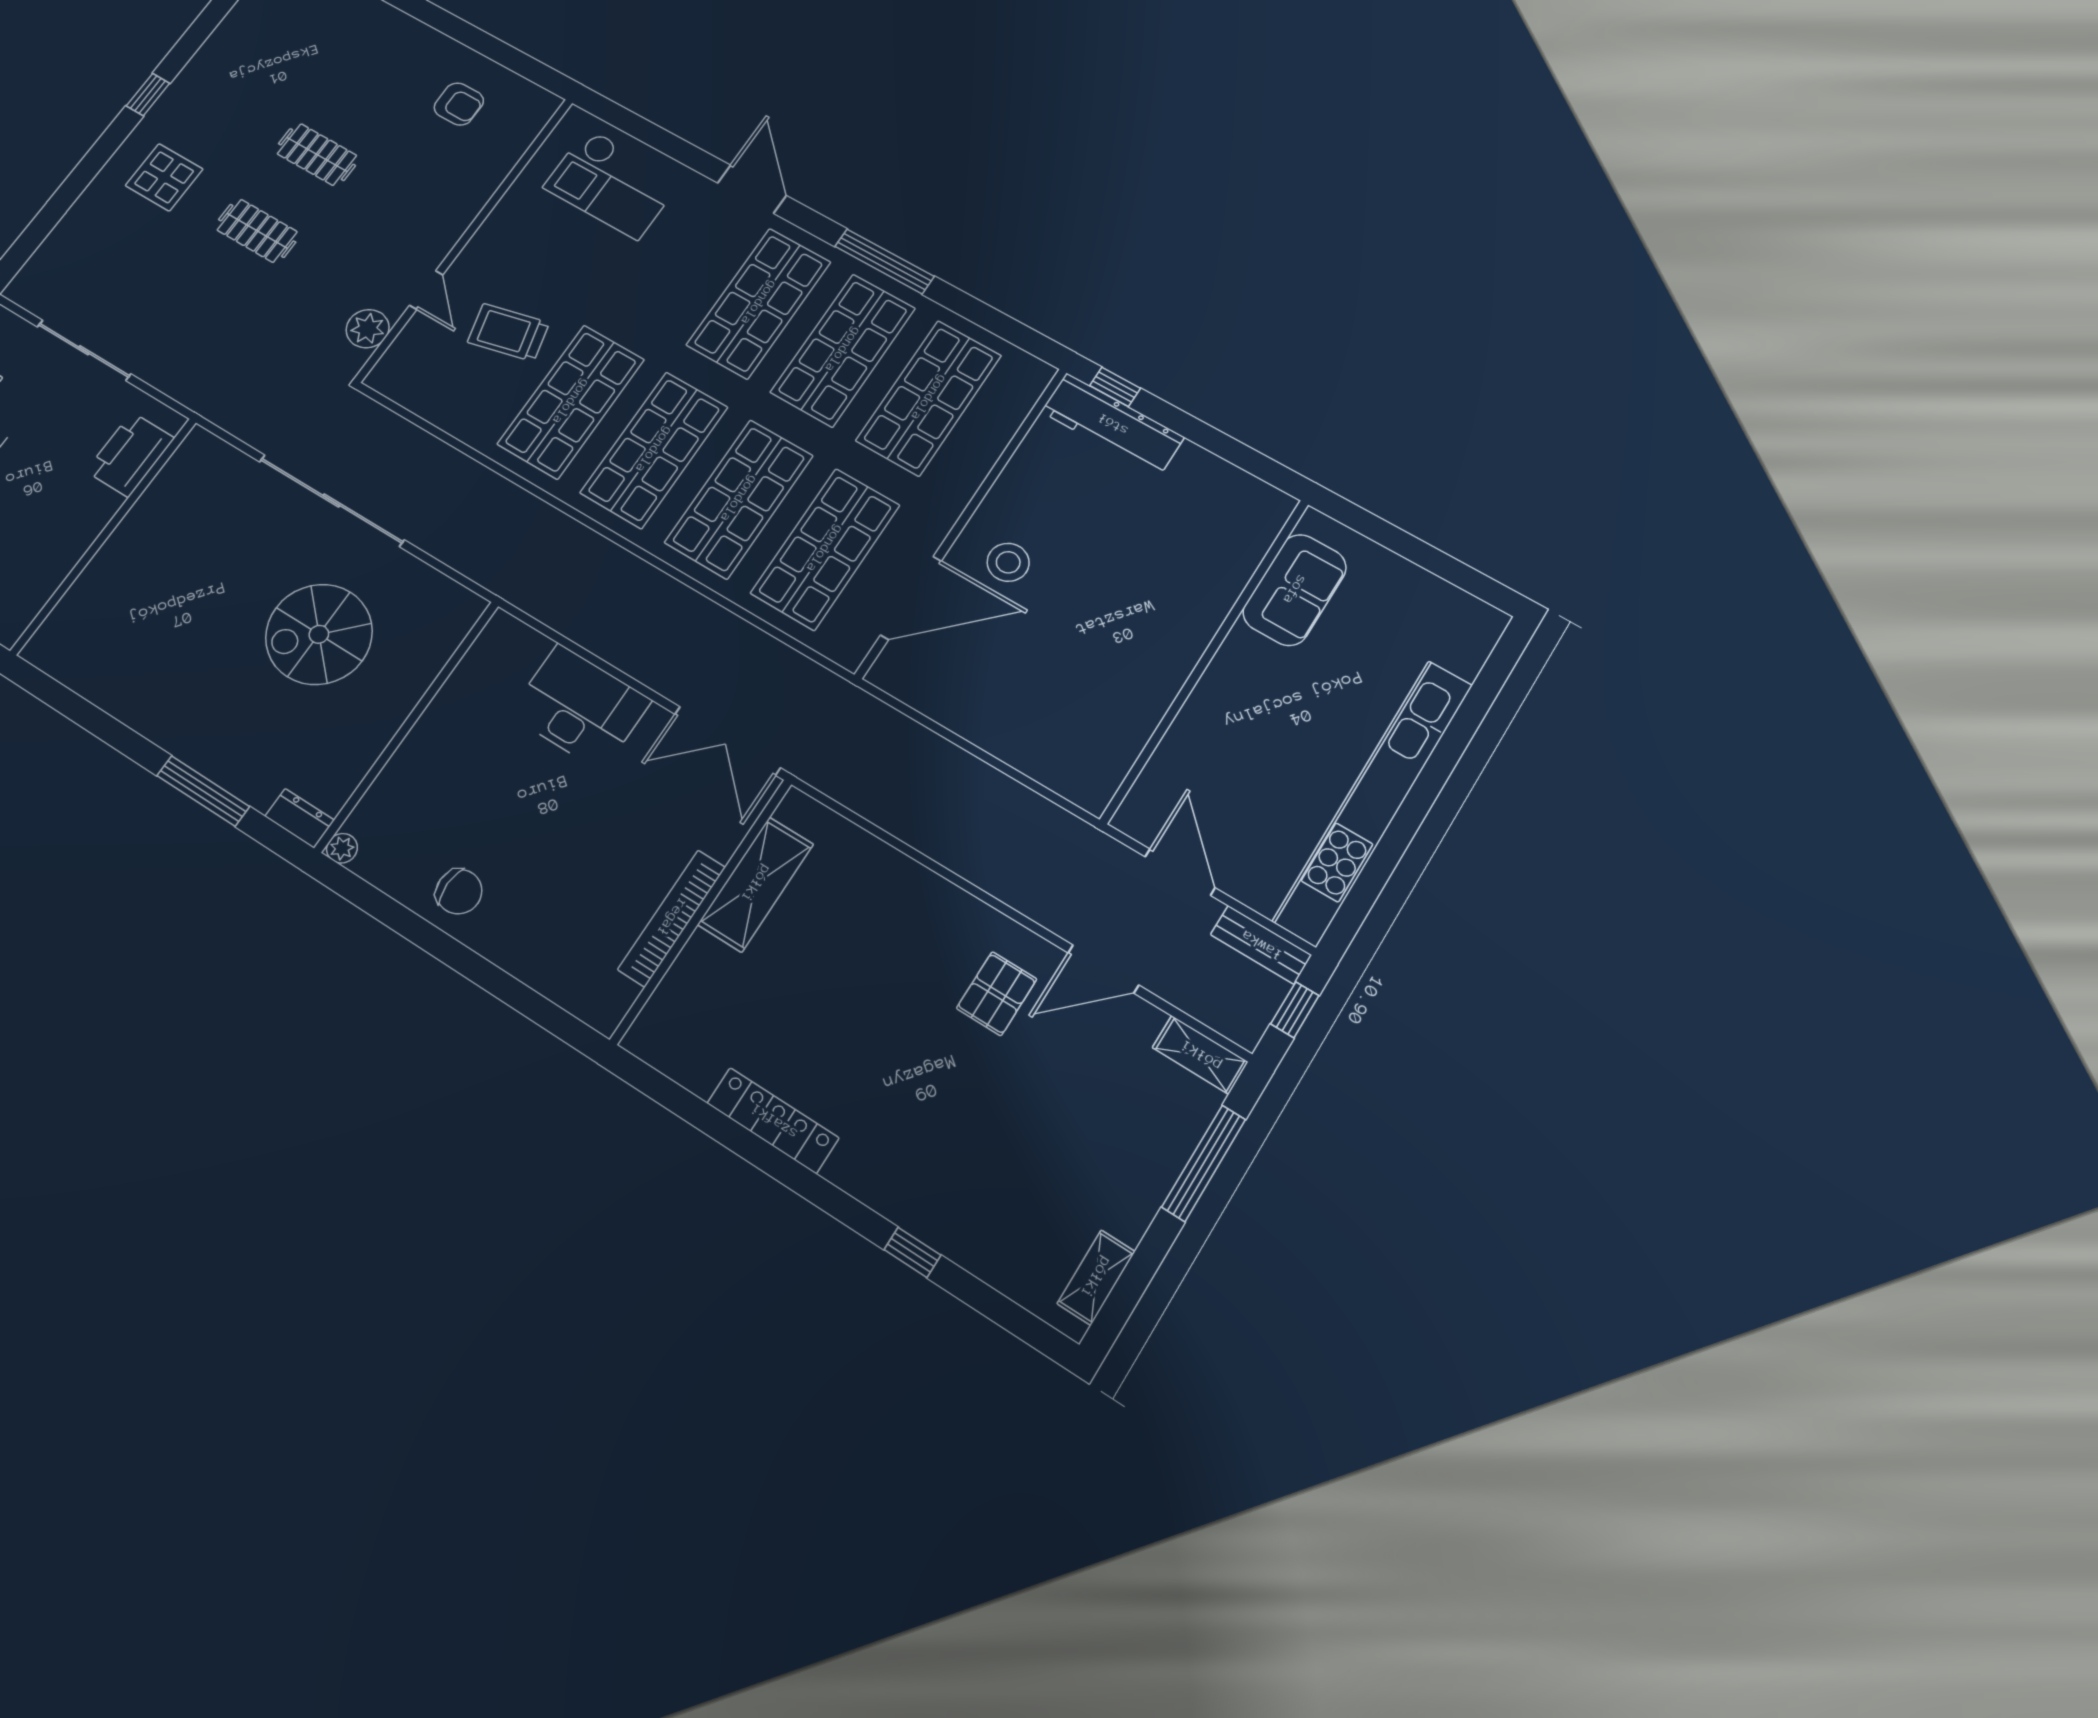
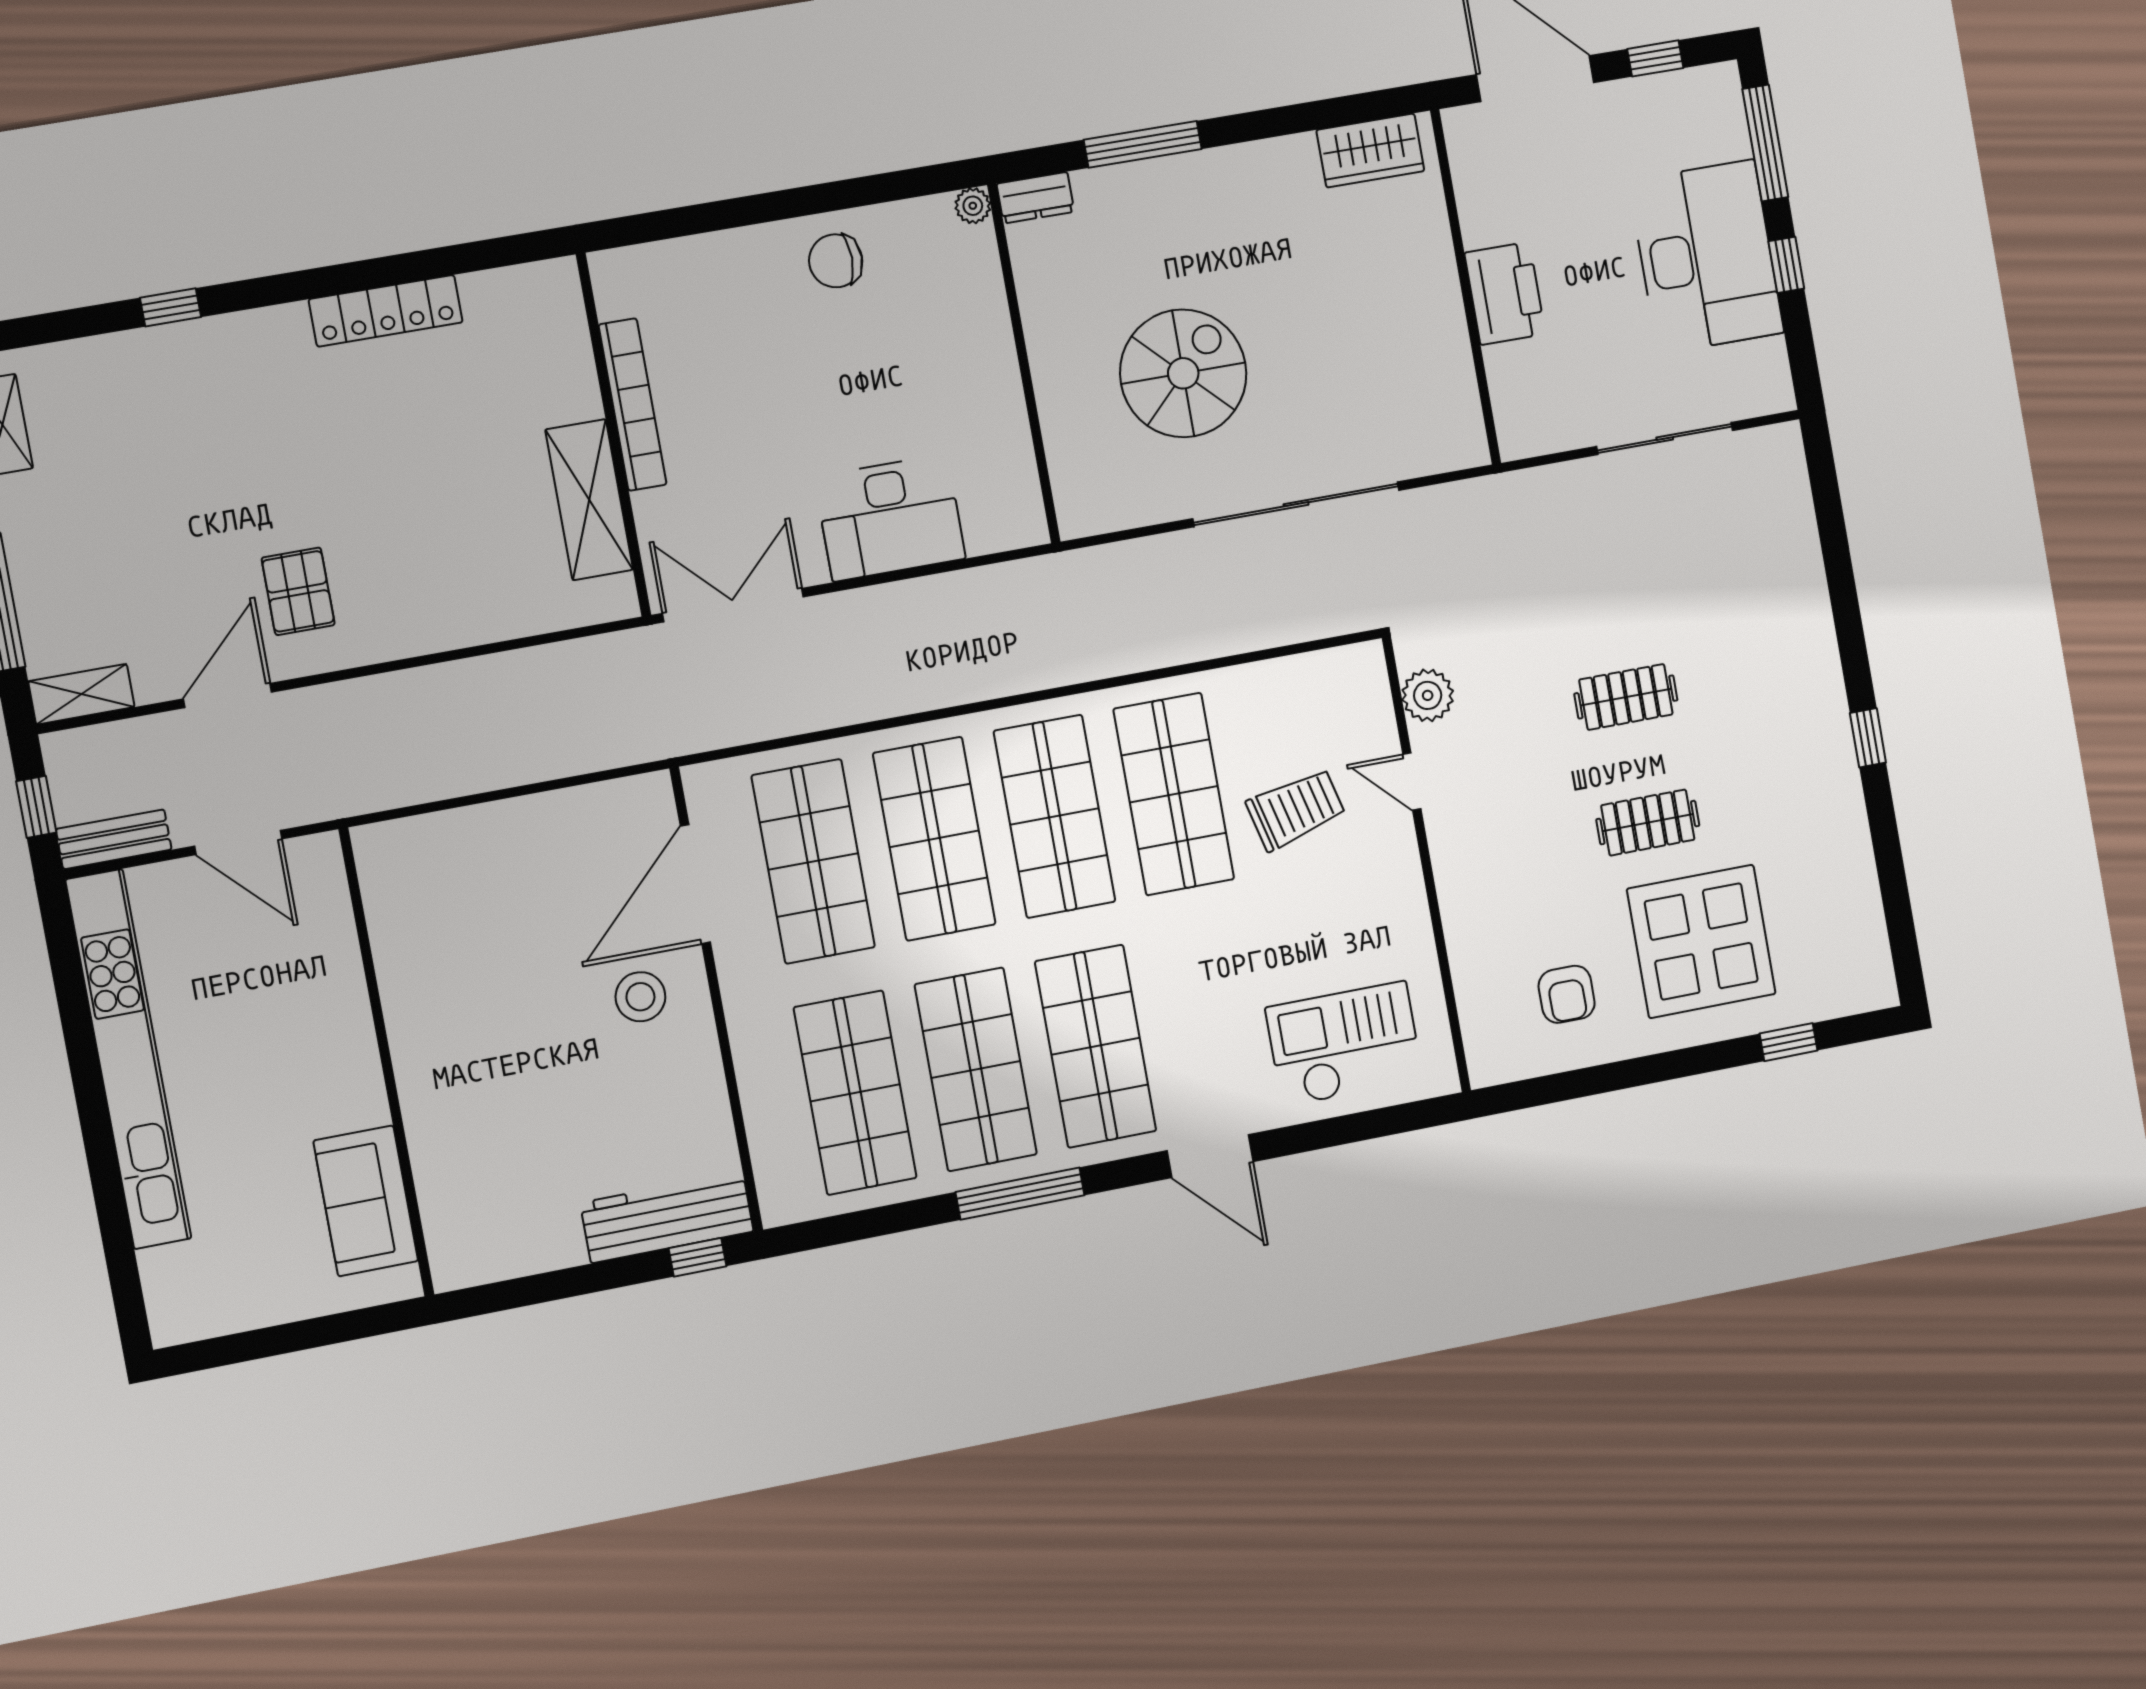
armchair: (459, 104) -> (1567, 994), turned -90
display table: (164, 177) -> (1701, 941), moved, width x1.86, depth x1.86
printer: (130, 455) -> (1505, 293), moved
wardrobe: (75, 664) -> (1370, 151), added

